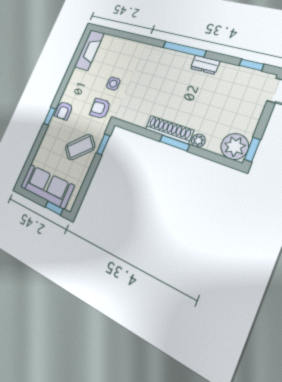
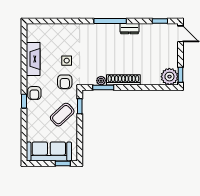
fireplace: (89, 50) -> (33, 59), moved
armchair: (100, 108) -> (65, 82), turned -86
plant: (198, 141) -> (101, 81), moved
window: (175, 143) -> (103, 88), moved

